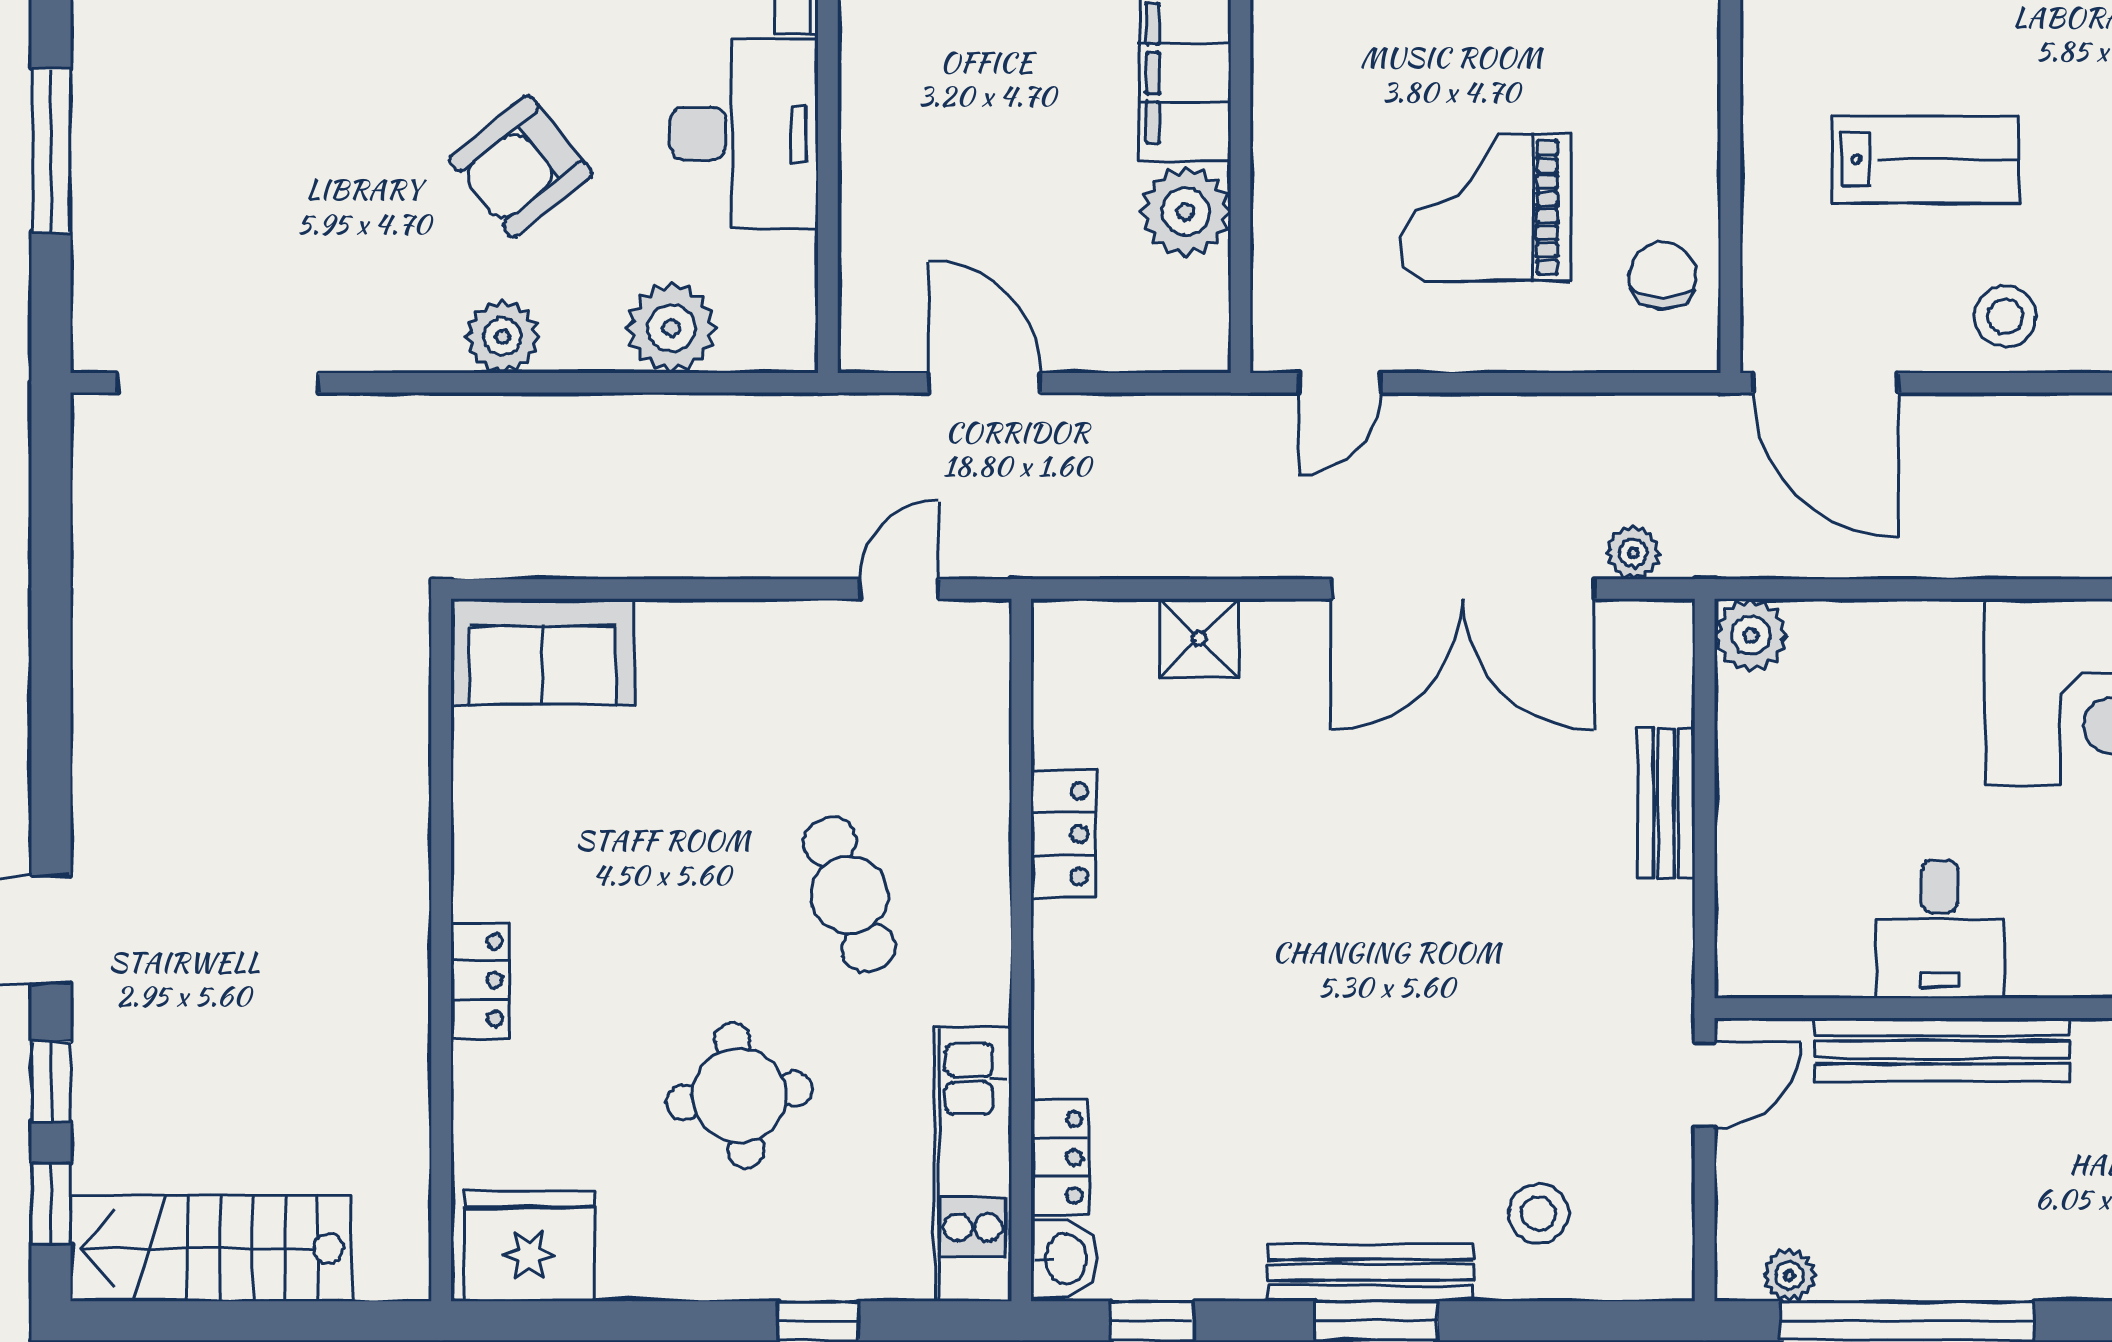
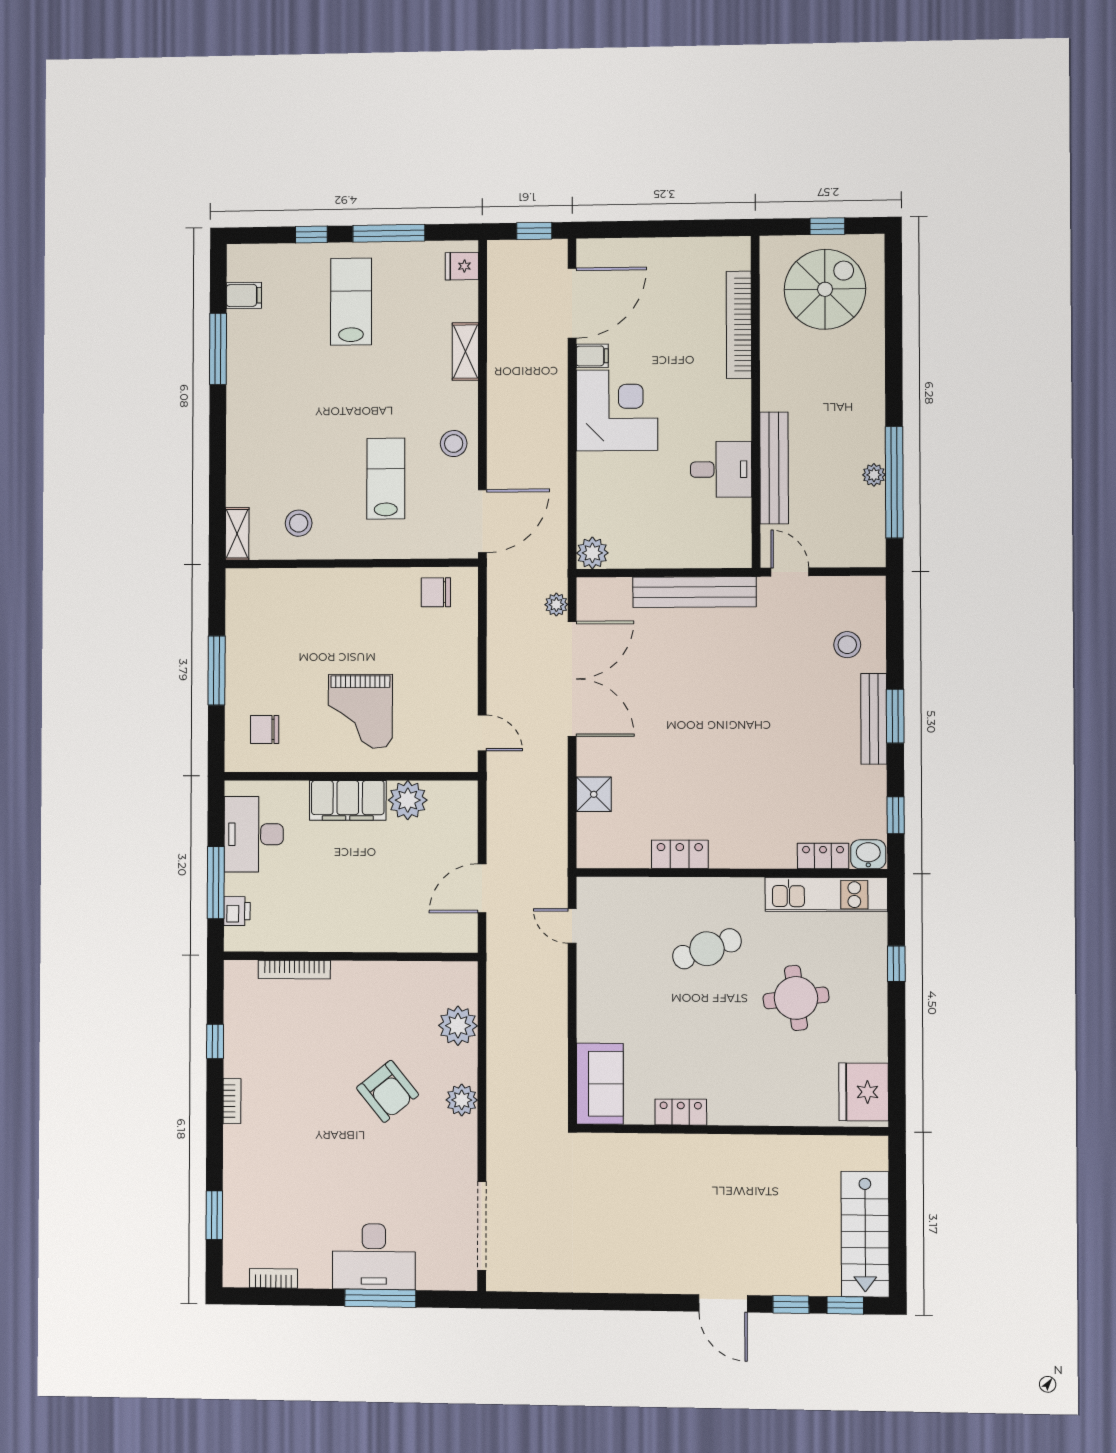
desk: (744, 134) -> (374, 1257), moved, turned 180
grand piano: (1486, 207) -> (360, 711), moved
bench: (1666, 803) -> (694, 592), width x1.86, depth x1.21
locker: (480, 980) -> (681, 1112), moved
plant: (1789, 1275) -> (874, 475), moved

